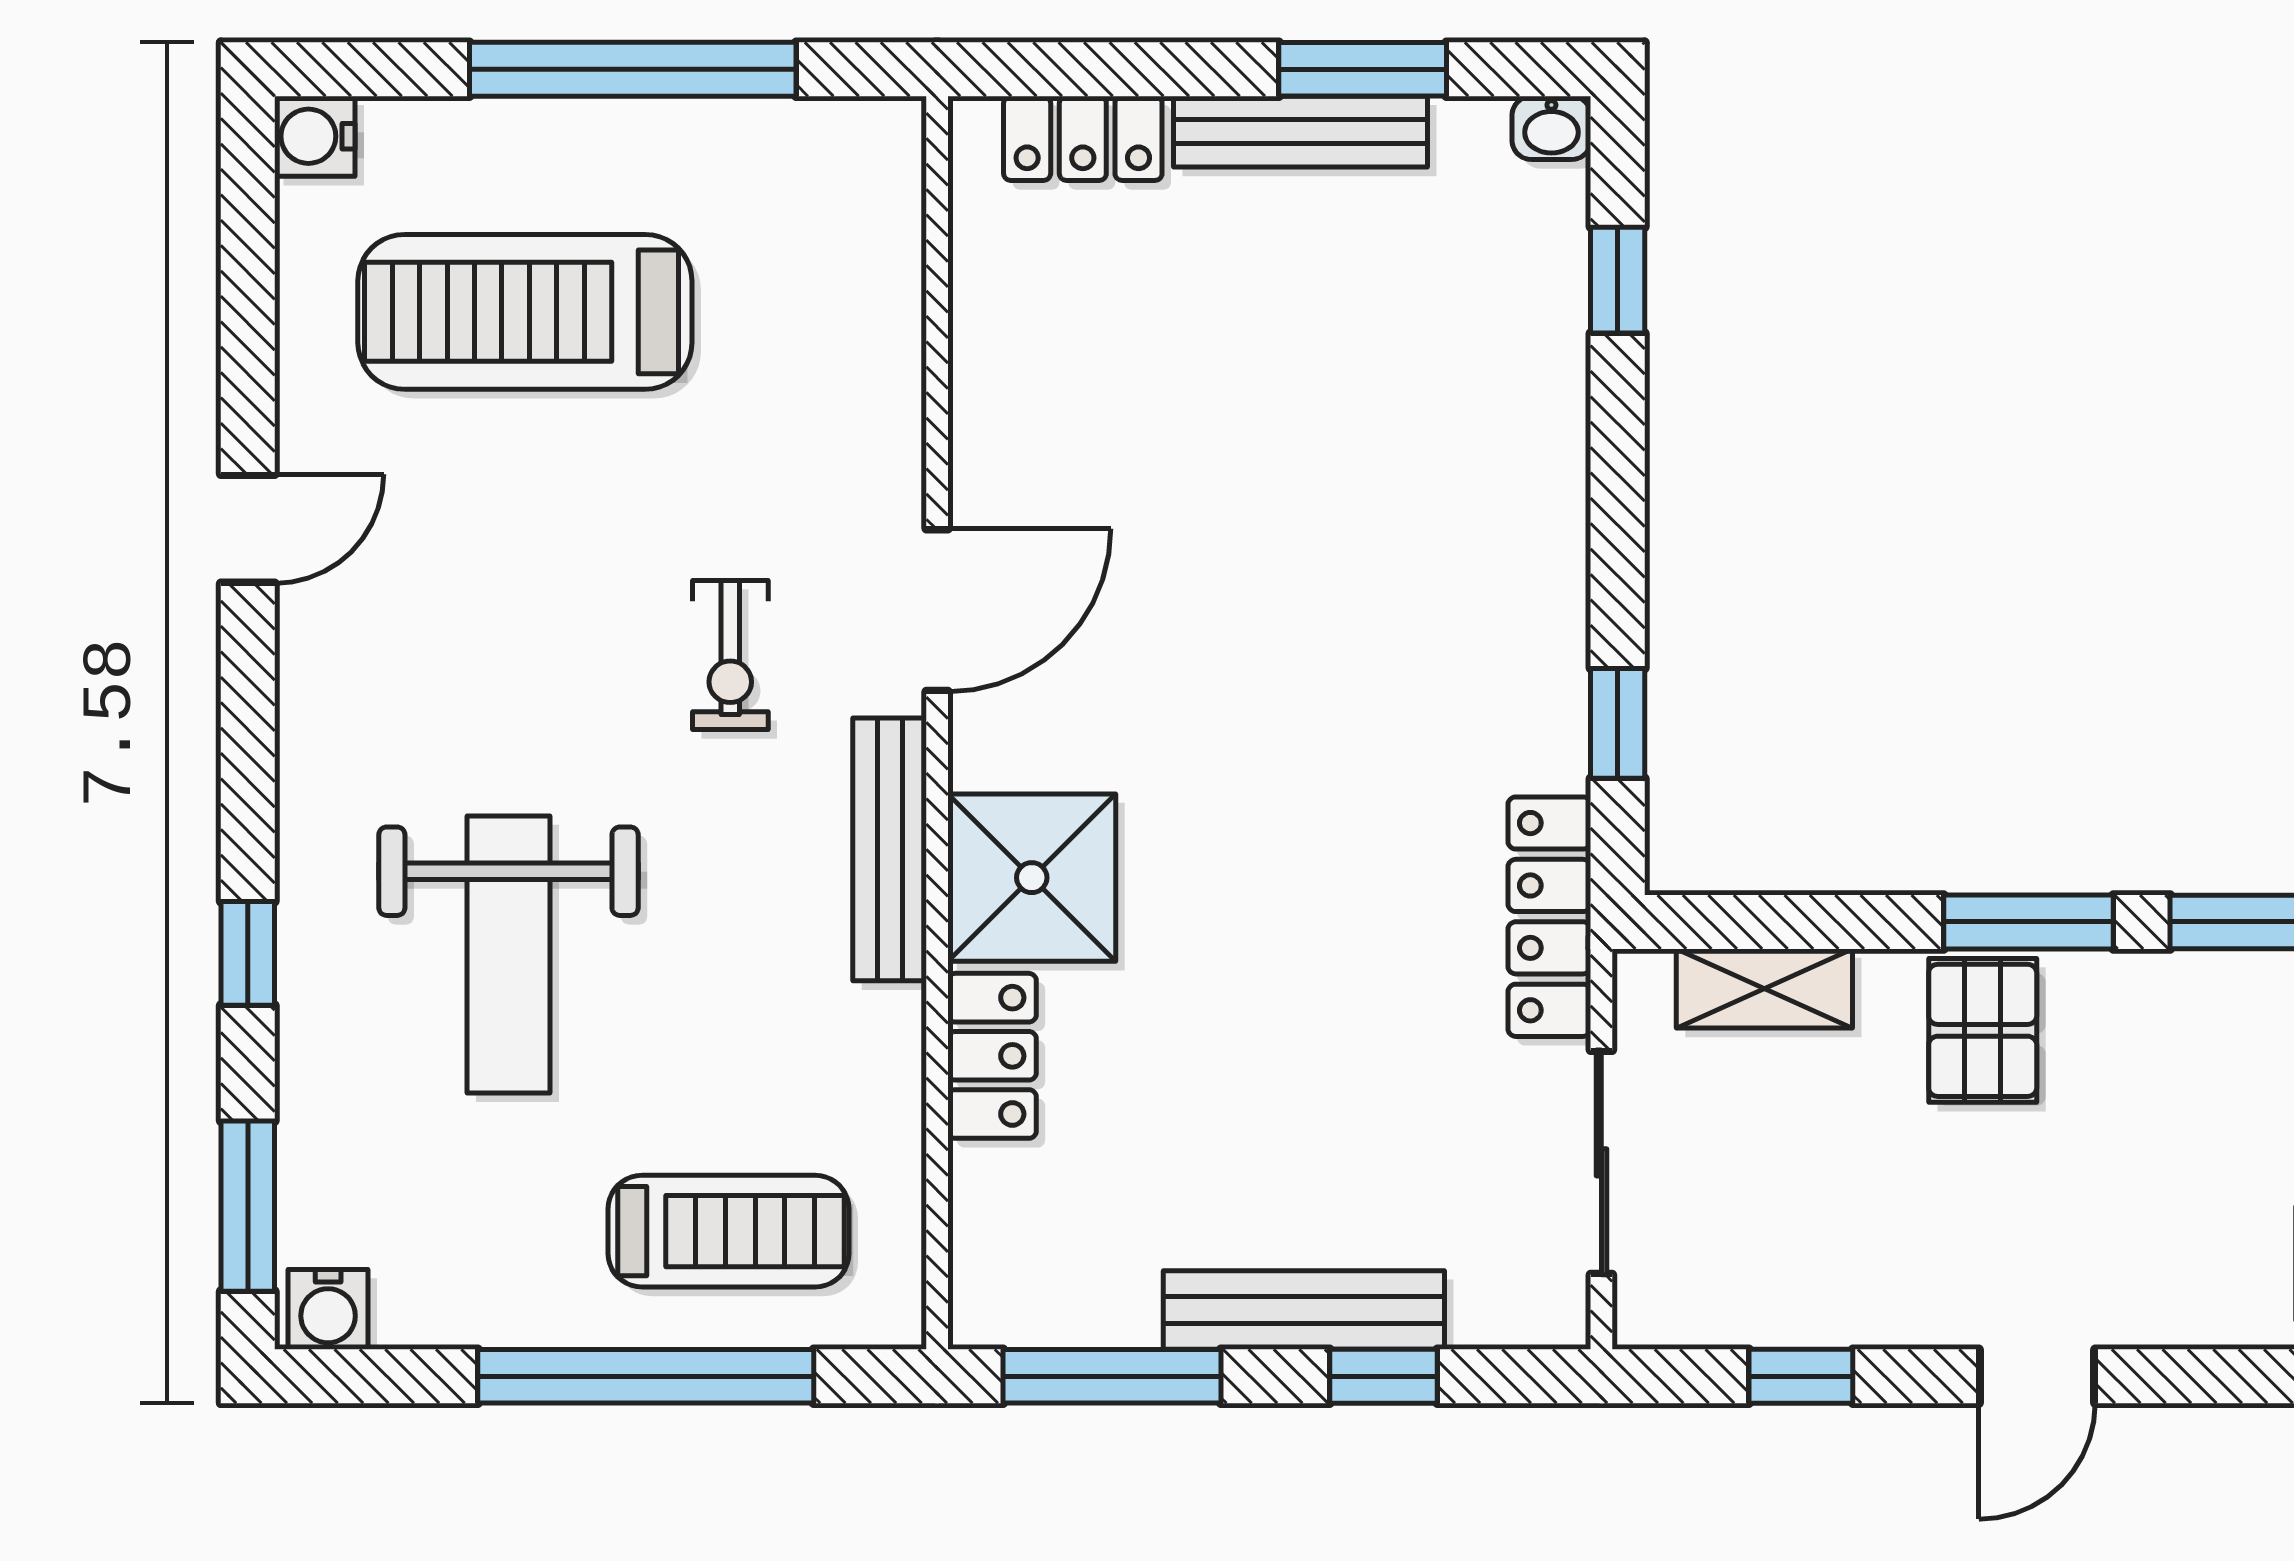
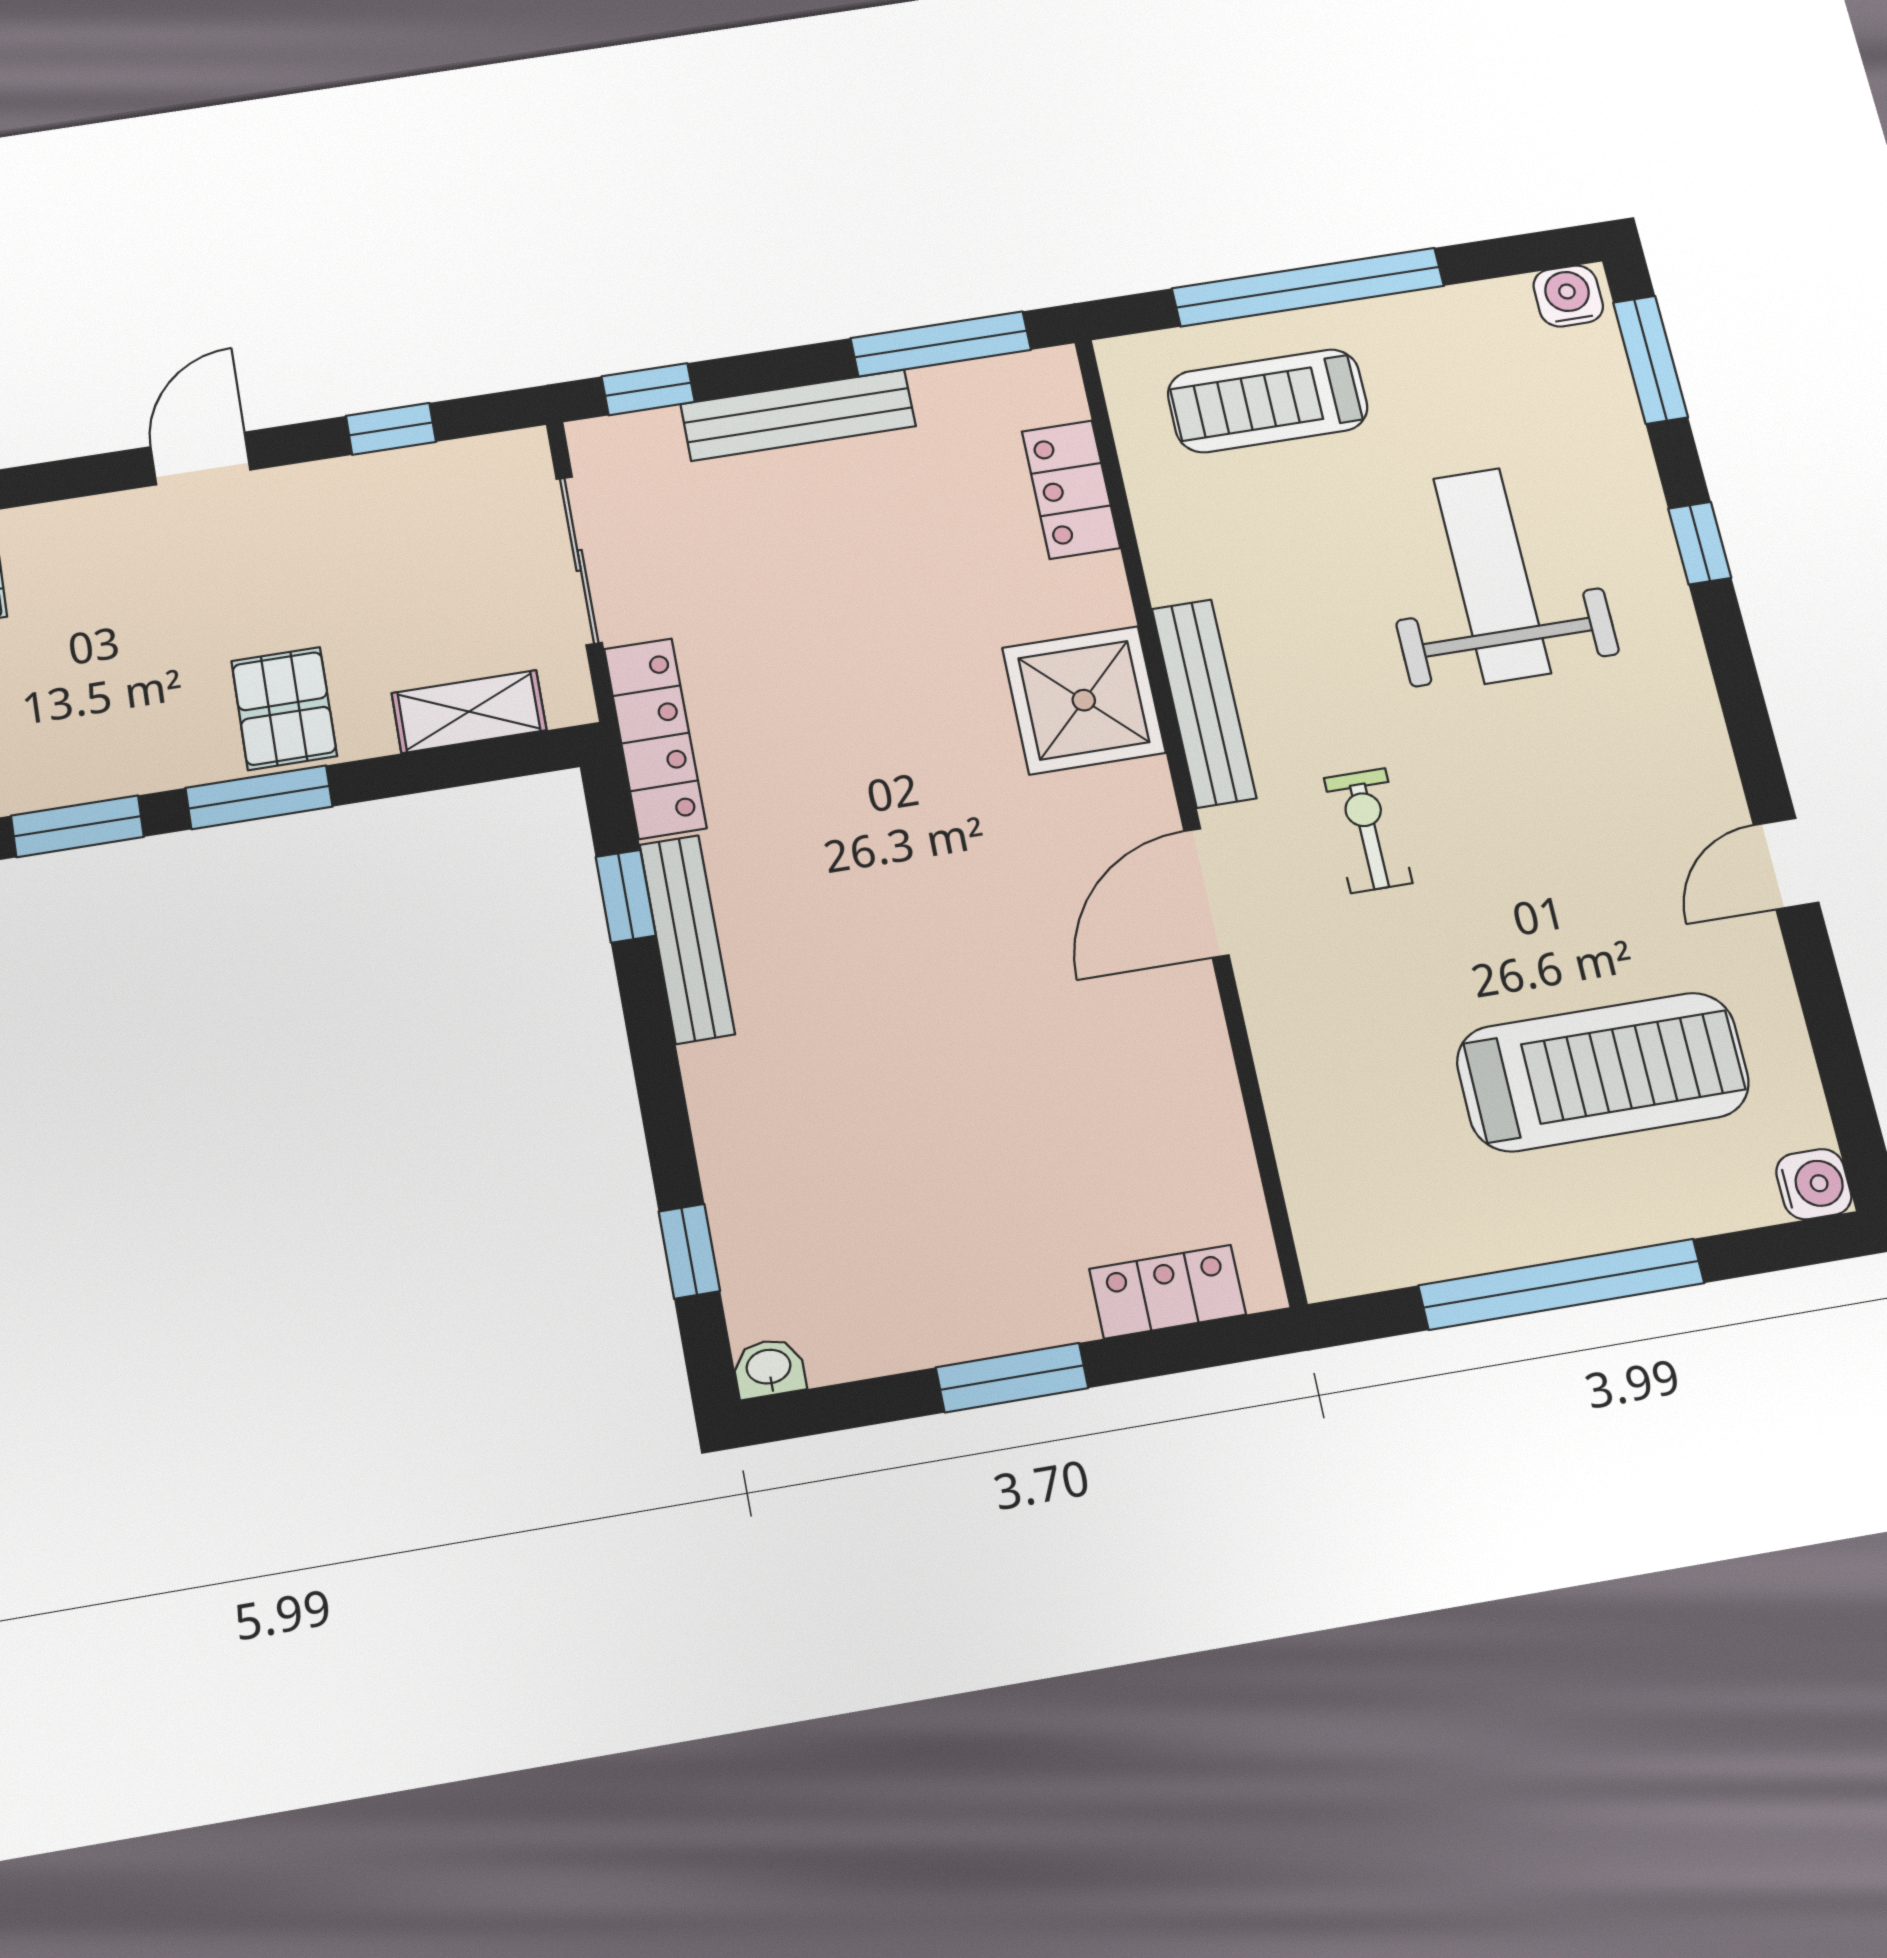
window: (1363, 69) -> (1012, 1378), moved
bench: (1300, 132) -> (687, 939), moved, turned 90
locker: (992, 1056) -> (1071, 490), moved
window: (1383, 1376) -> (648, 389), moved

